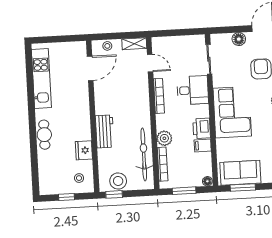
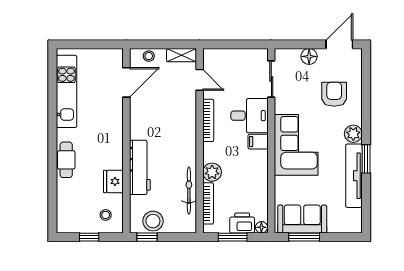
printer: (202, 128) -> (242, 223), moved, turned 90
workbench: (105, 131) -> (140, 167), width x1.38
filing cabinet: (203, 146) -> (258, 142), moved
bicycle: (144, 154) -> (189, 190), width x0.73, depth x0.71

